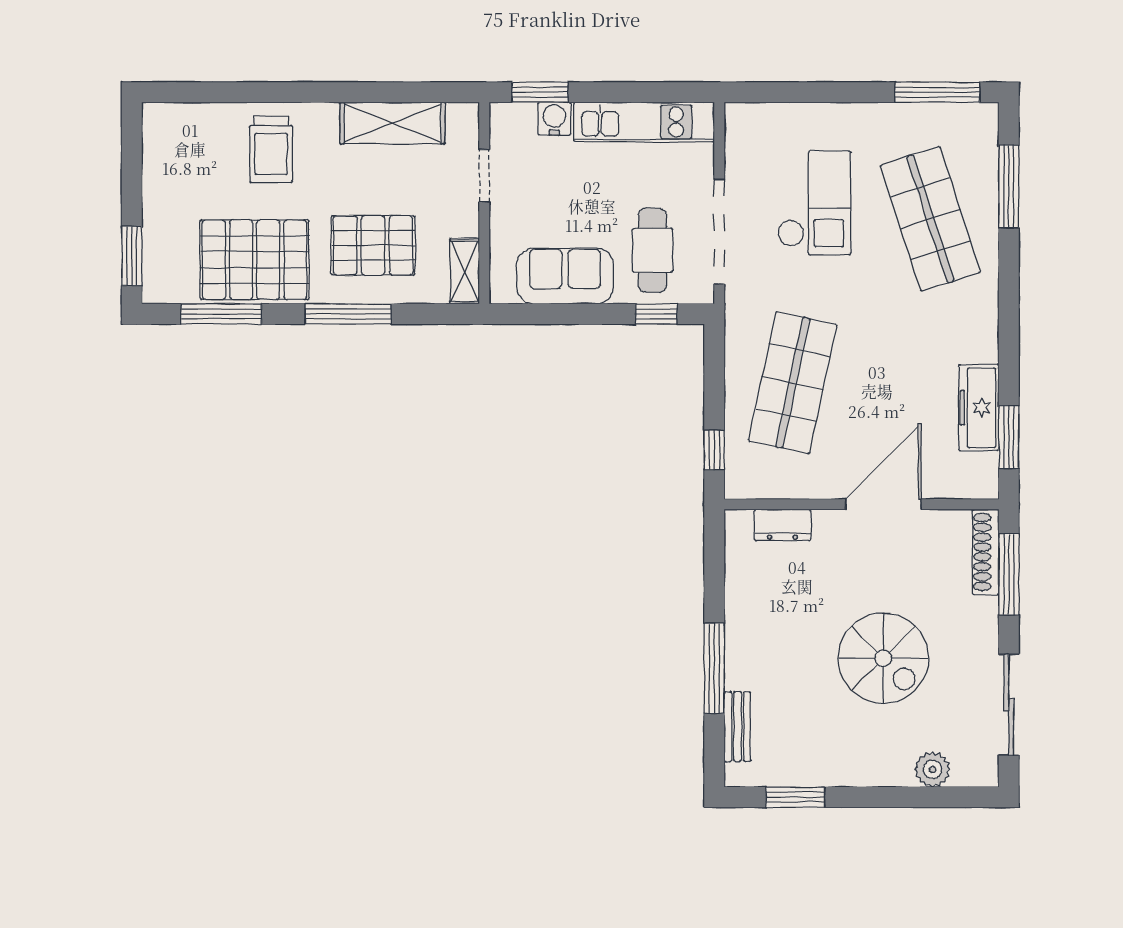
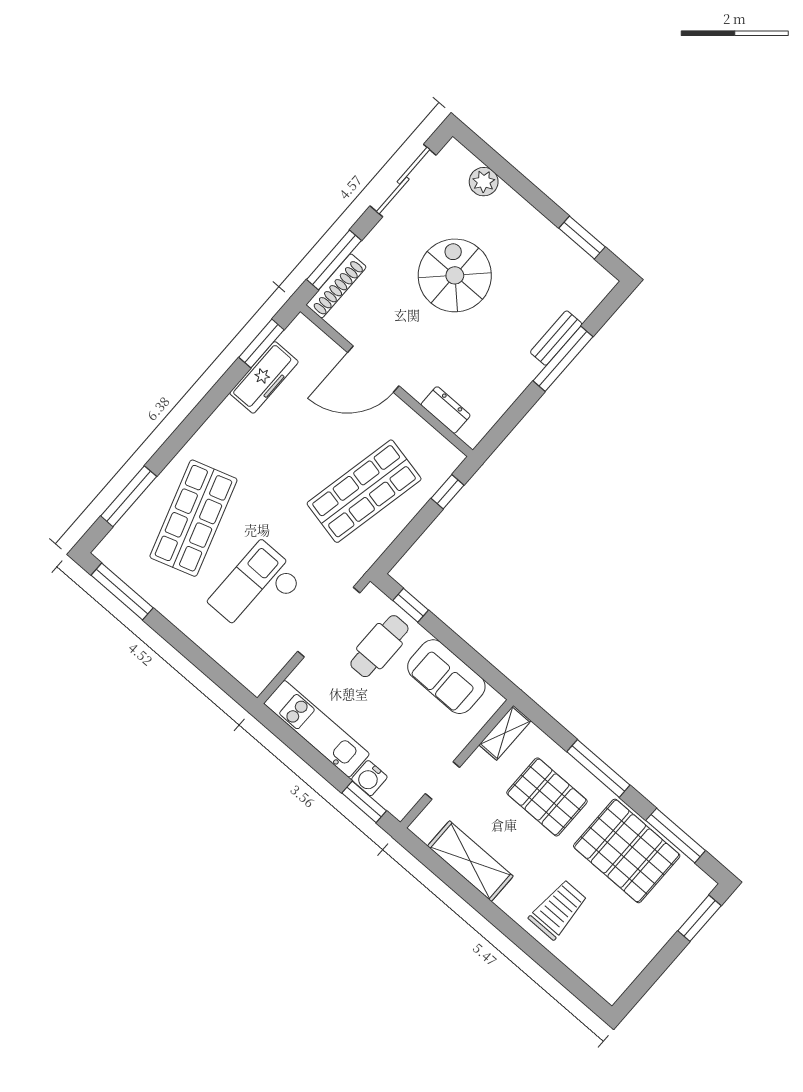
bench: (738, 727) -> (556, 338), moved

